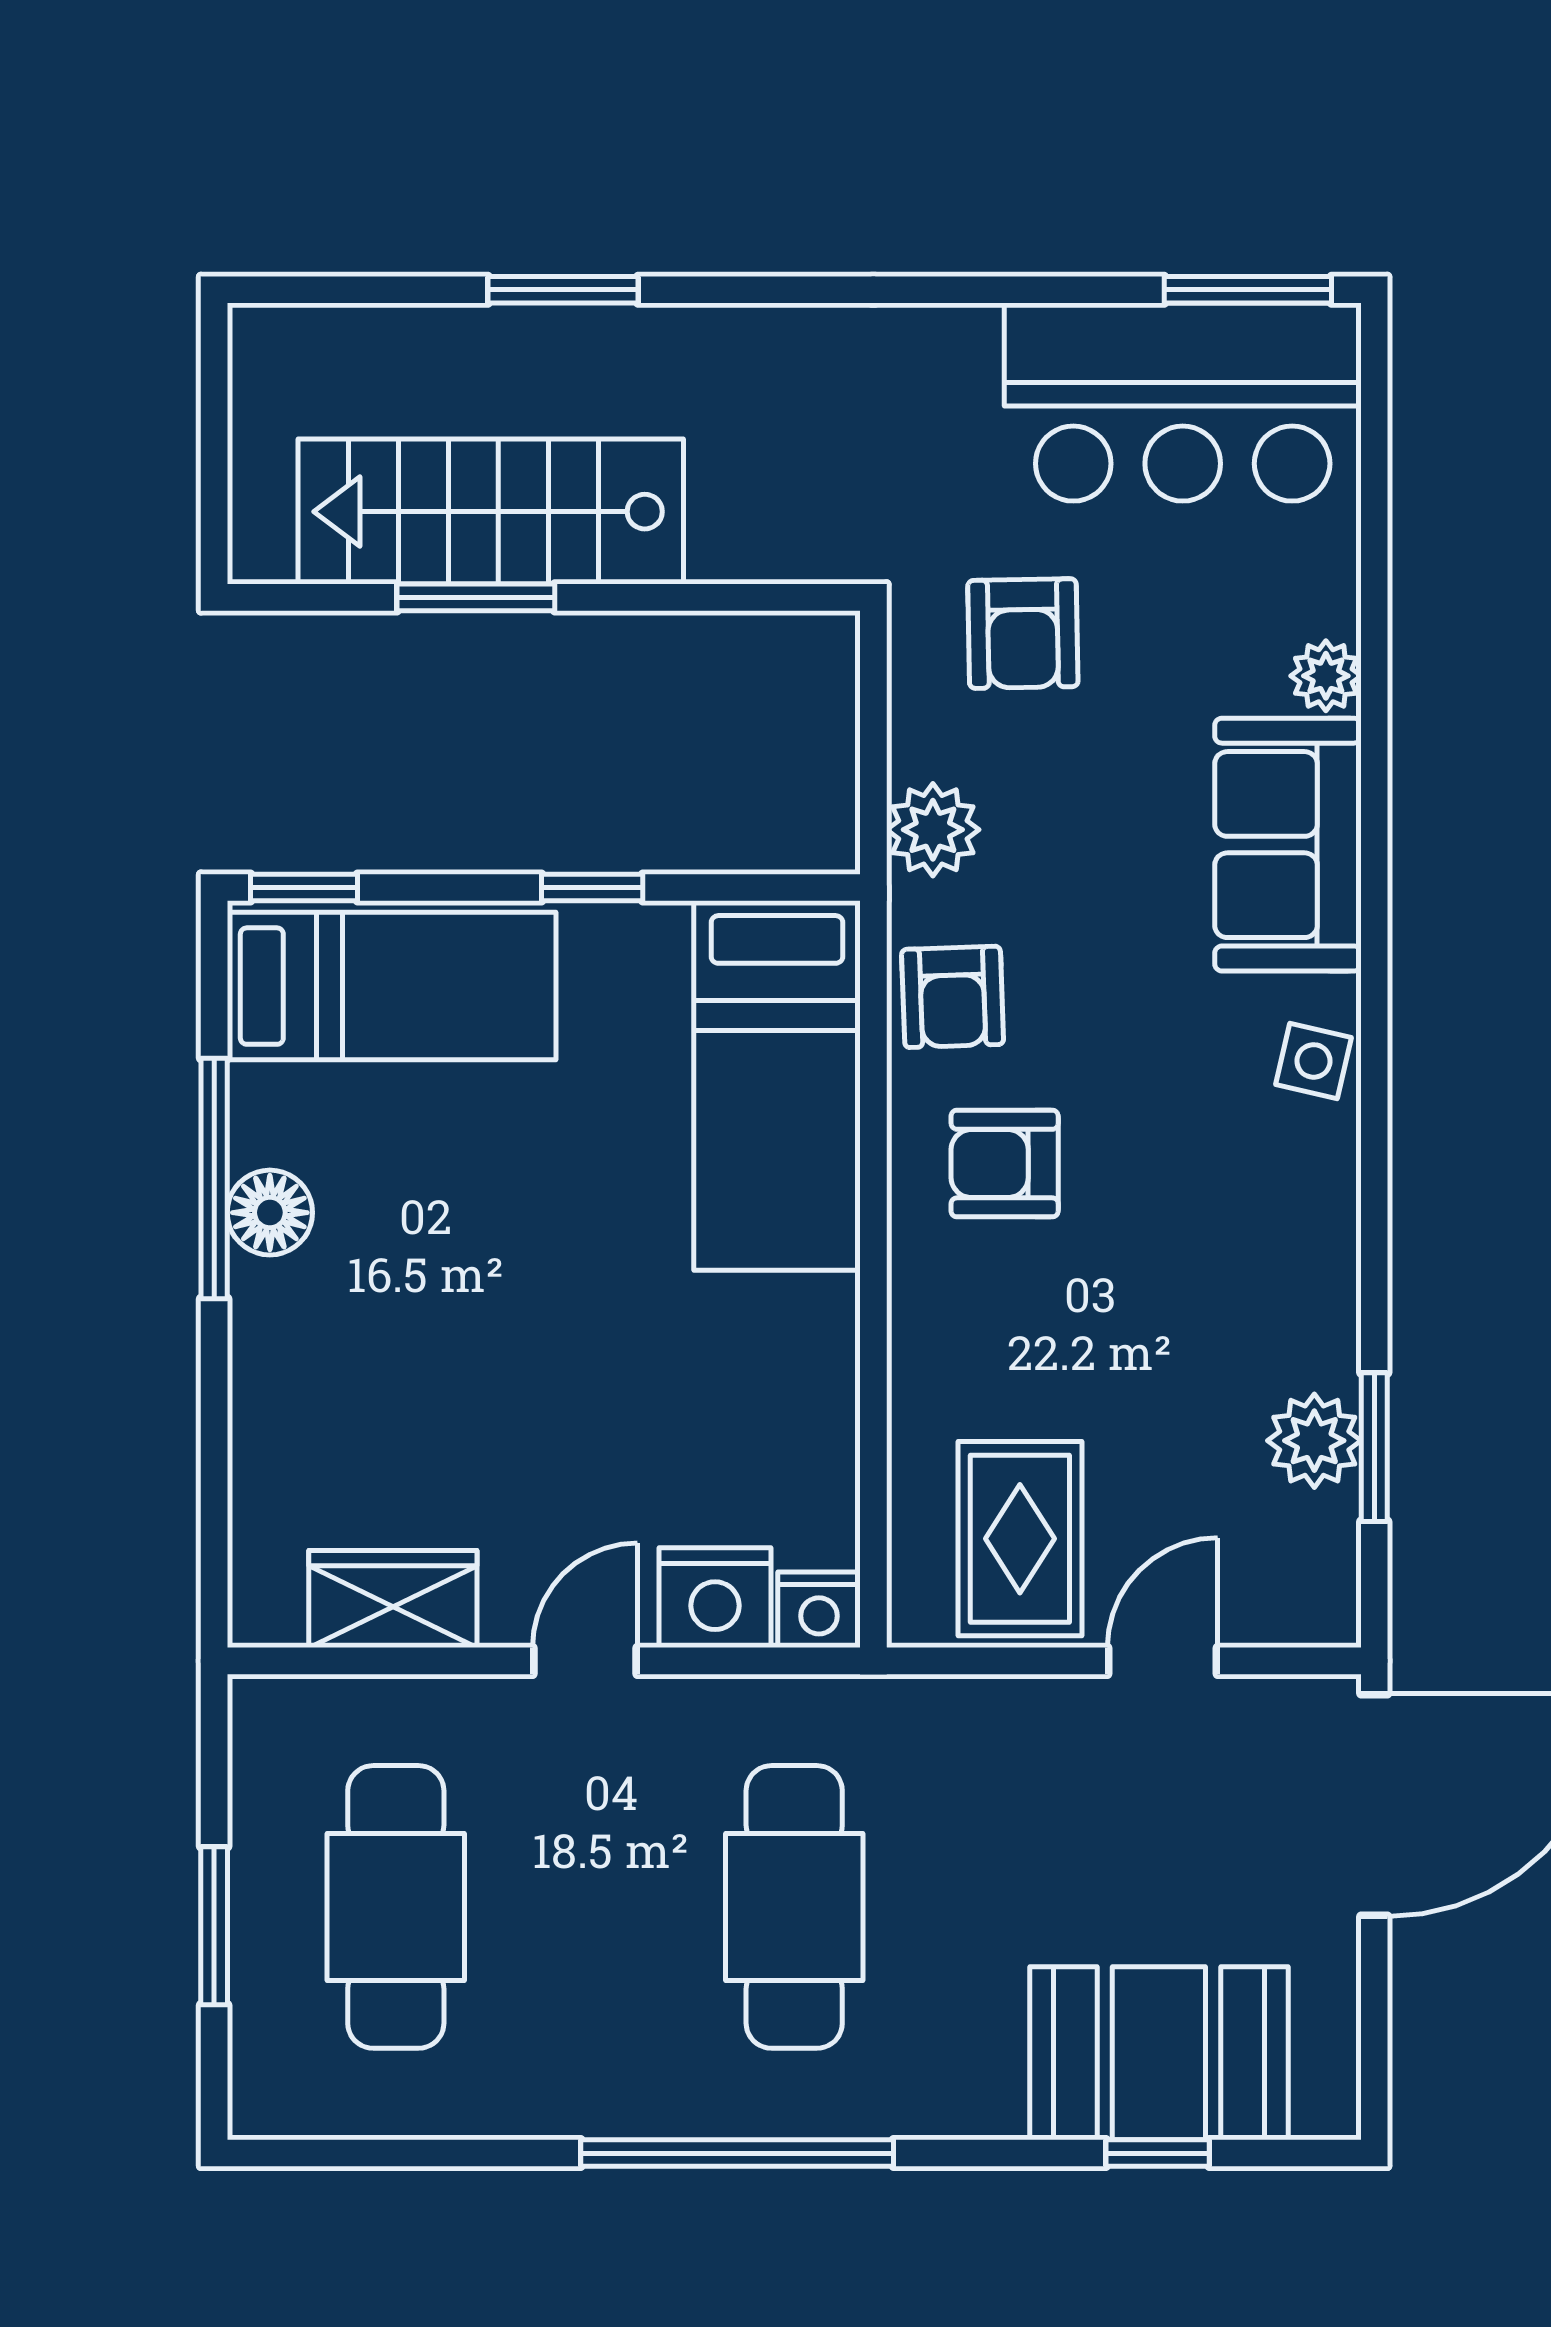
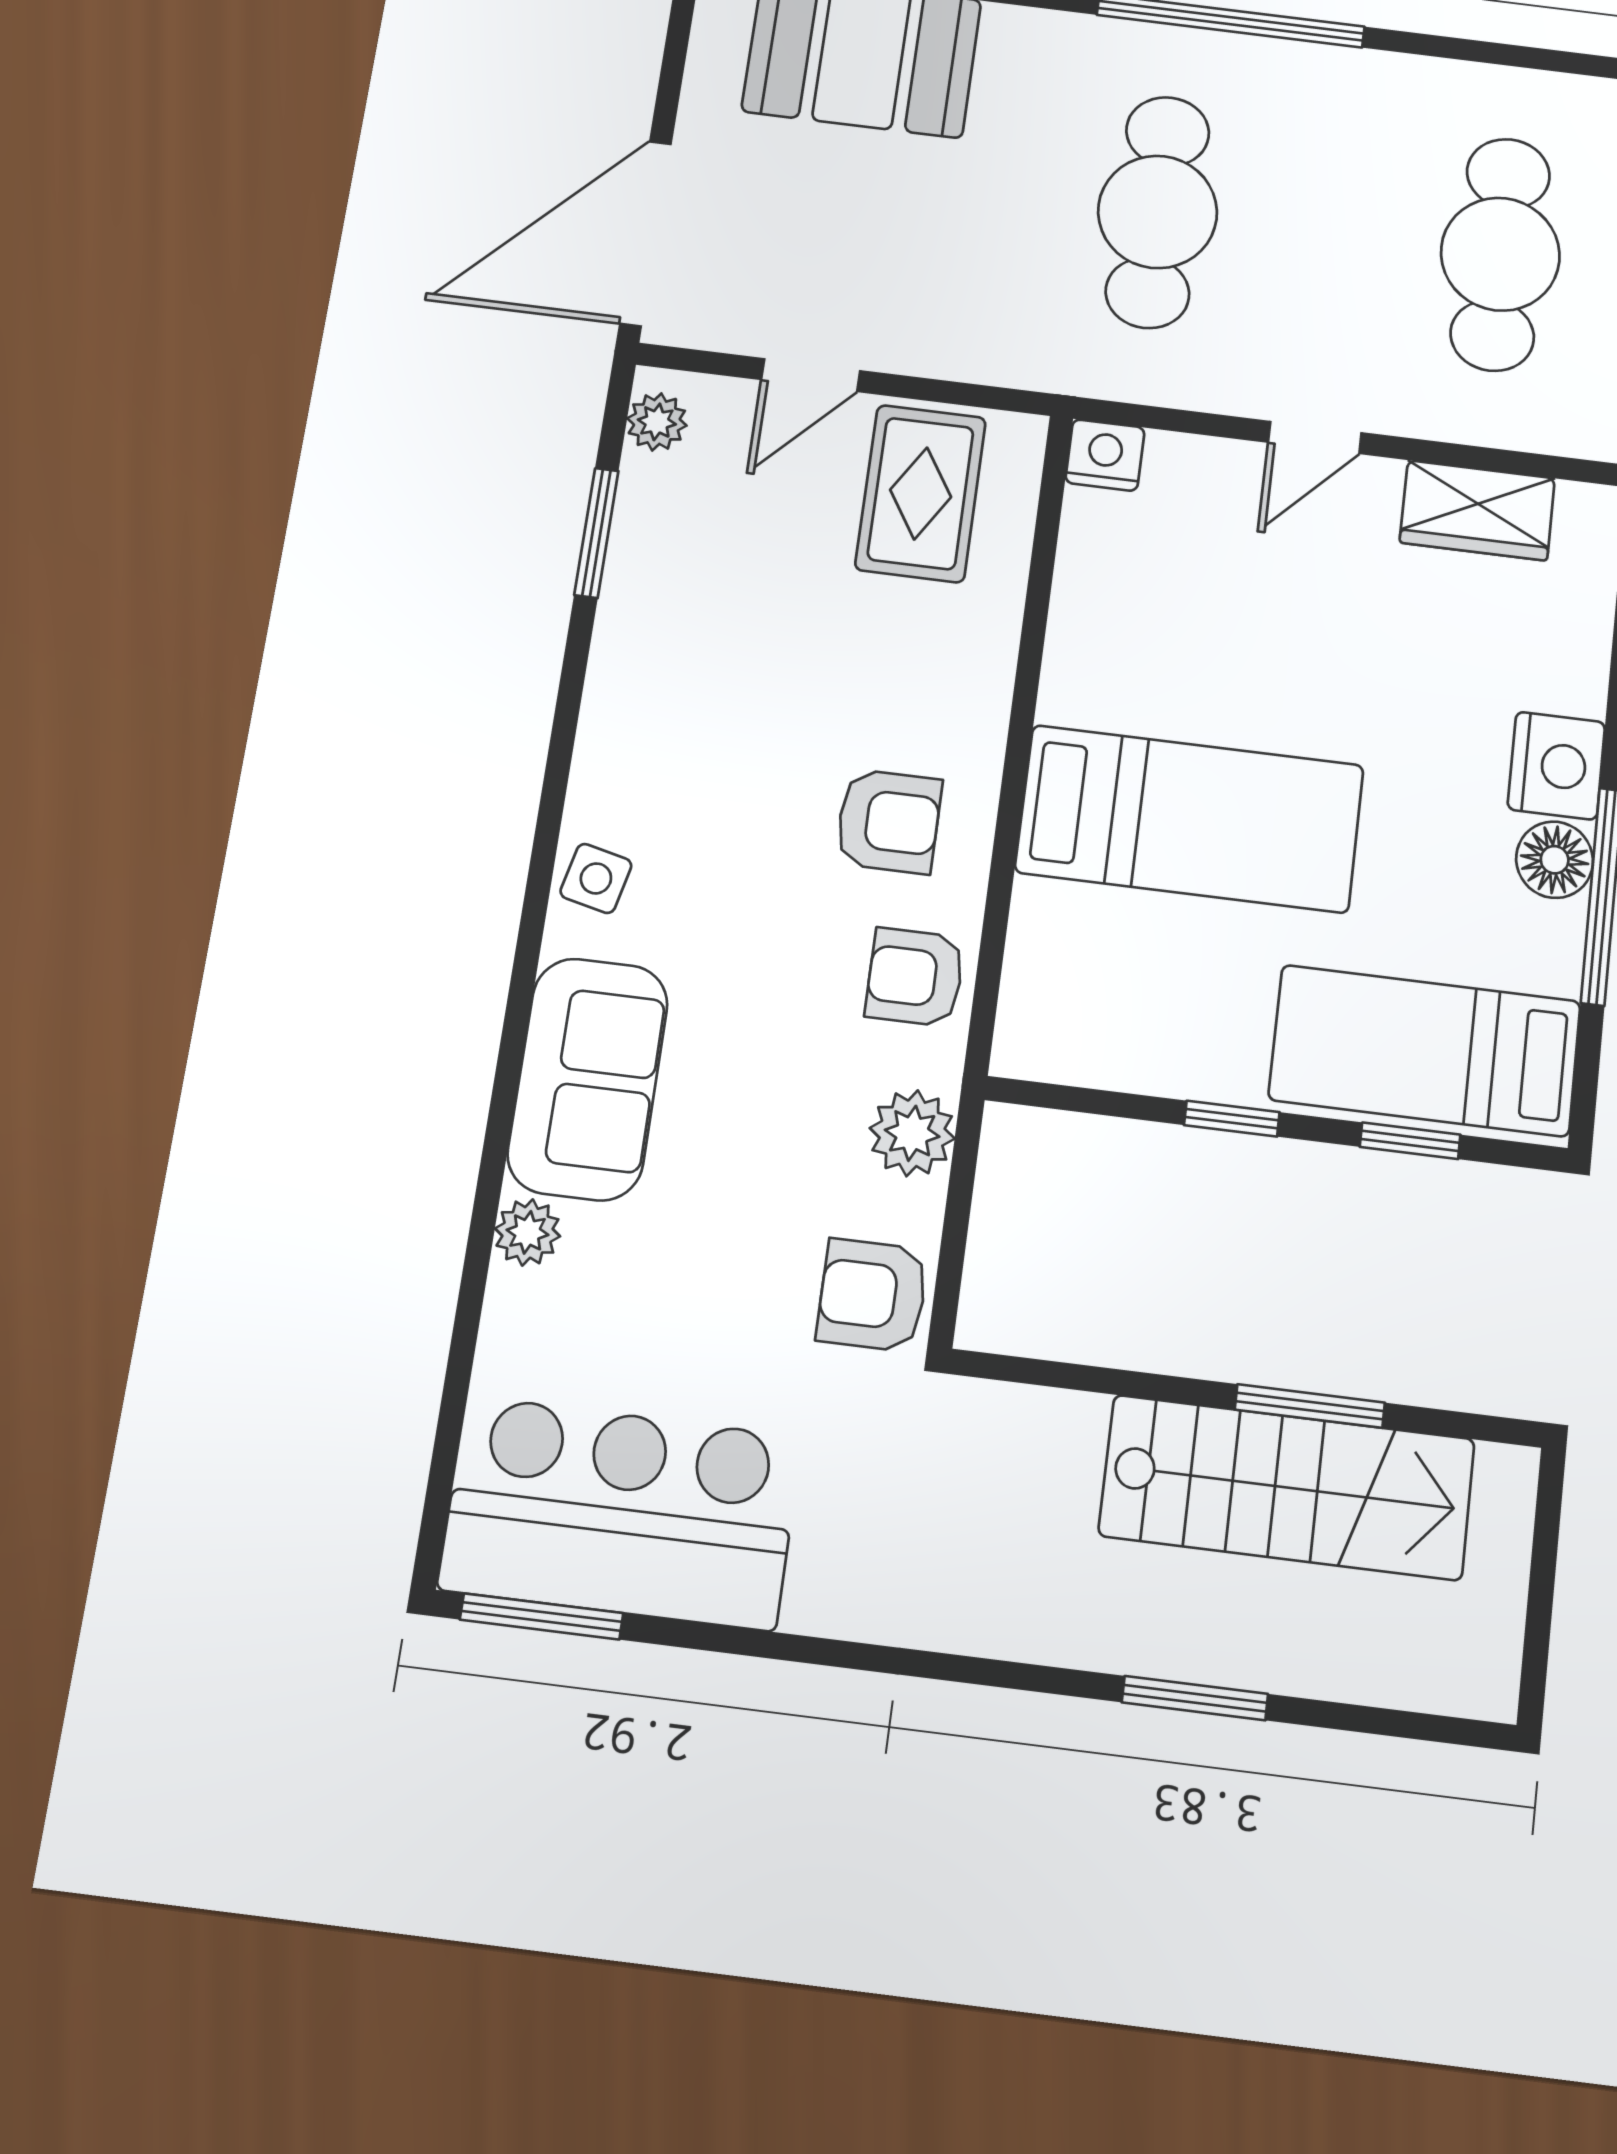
armchair: (1023, 634) -> (872, 1295), moved, turned -89
window: (304, 887) -> (1410, 1141), moved
armchair: (953, 997) -> (915, 977), turned -88
bed: (777, 1085) -> (1190, 819), moved, turned 90
plant: (1314, 1441) -> (657, 422), moved, width x0.73, depth x0.73
nightstand: (715, 1598) -> (1556, 766), moved, turned 90

